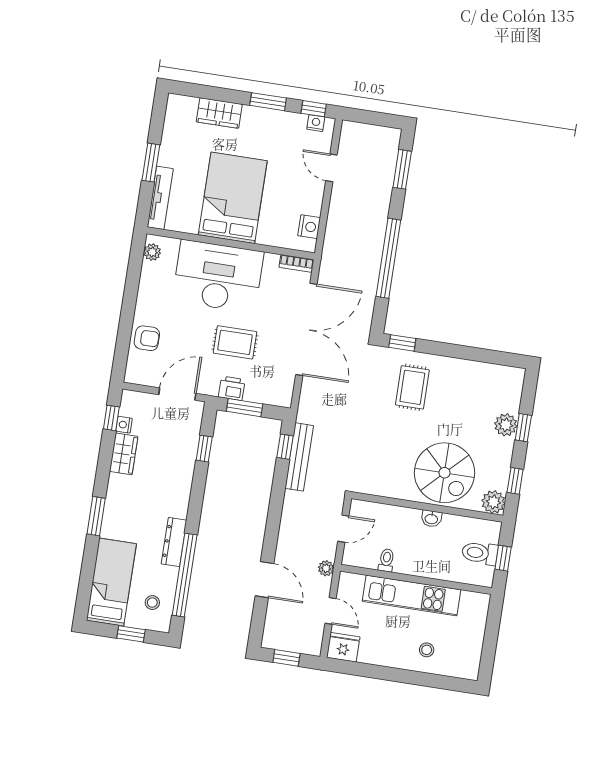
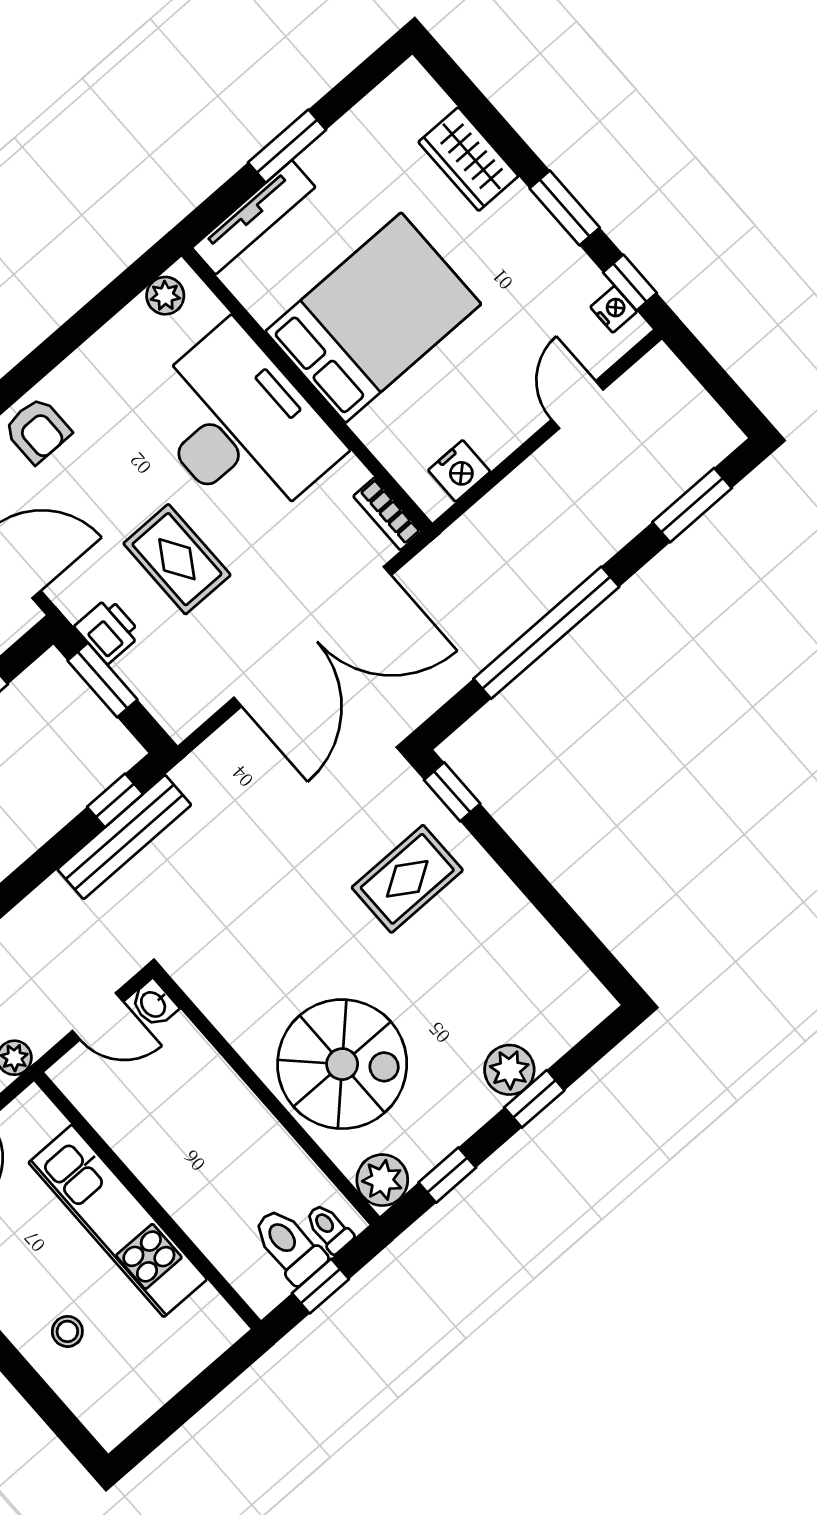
spiral stairs: (445, 473) -> (342, 1064), turned -90
washbasin: (431, 519) -> (154, 1004), moved
toilet: (386, 560) -> (329, 1228), moved, turned -90

